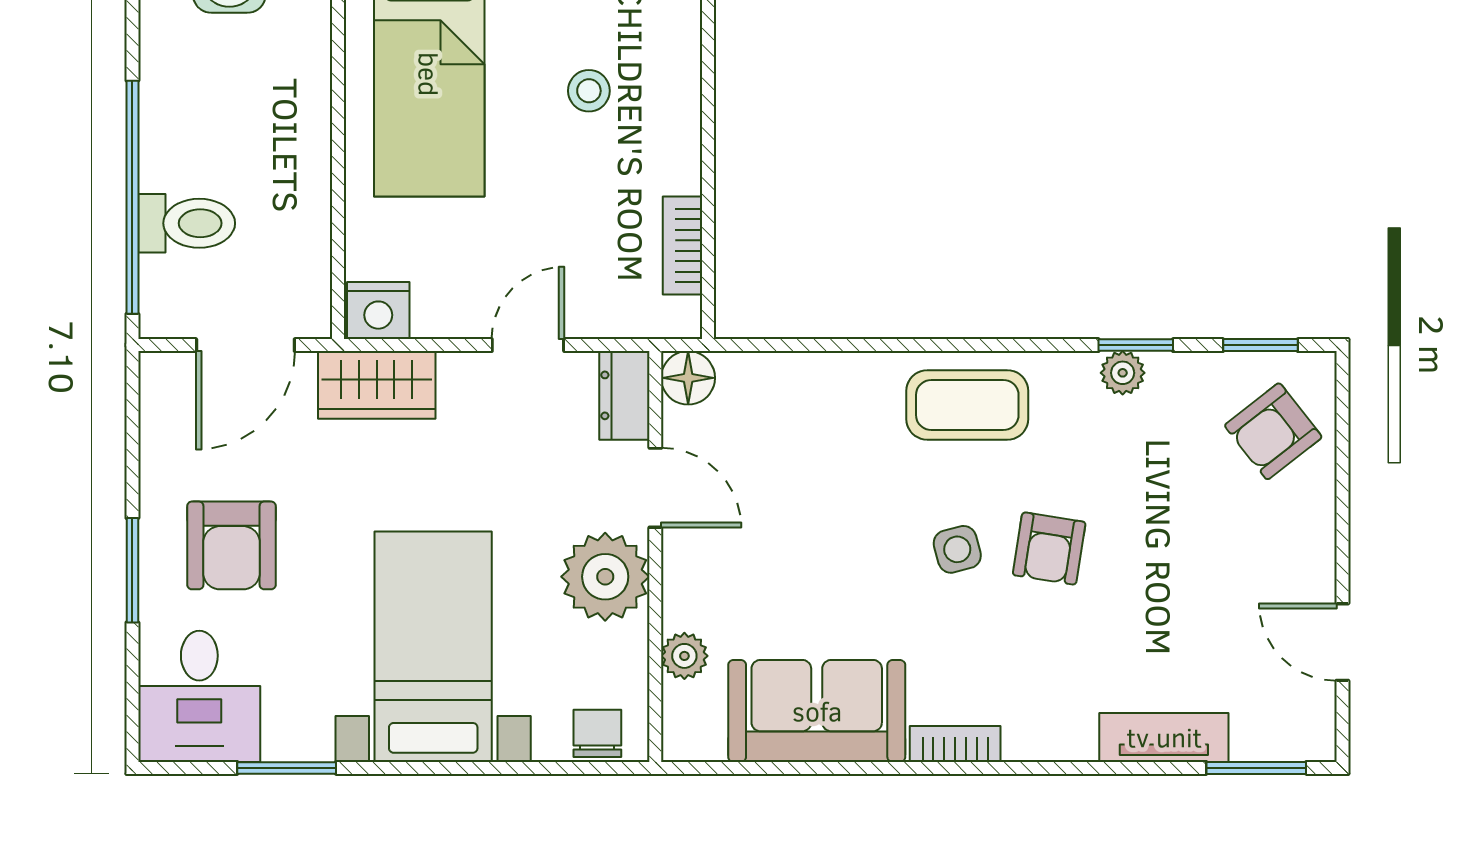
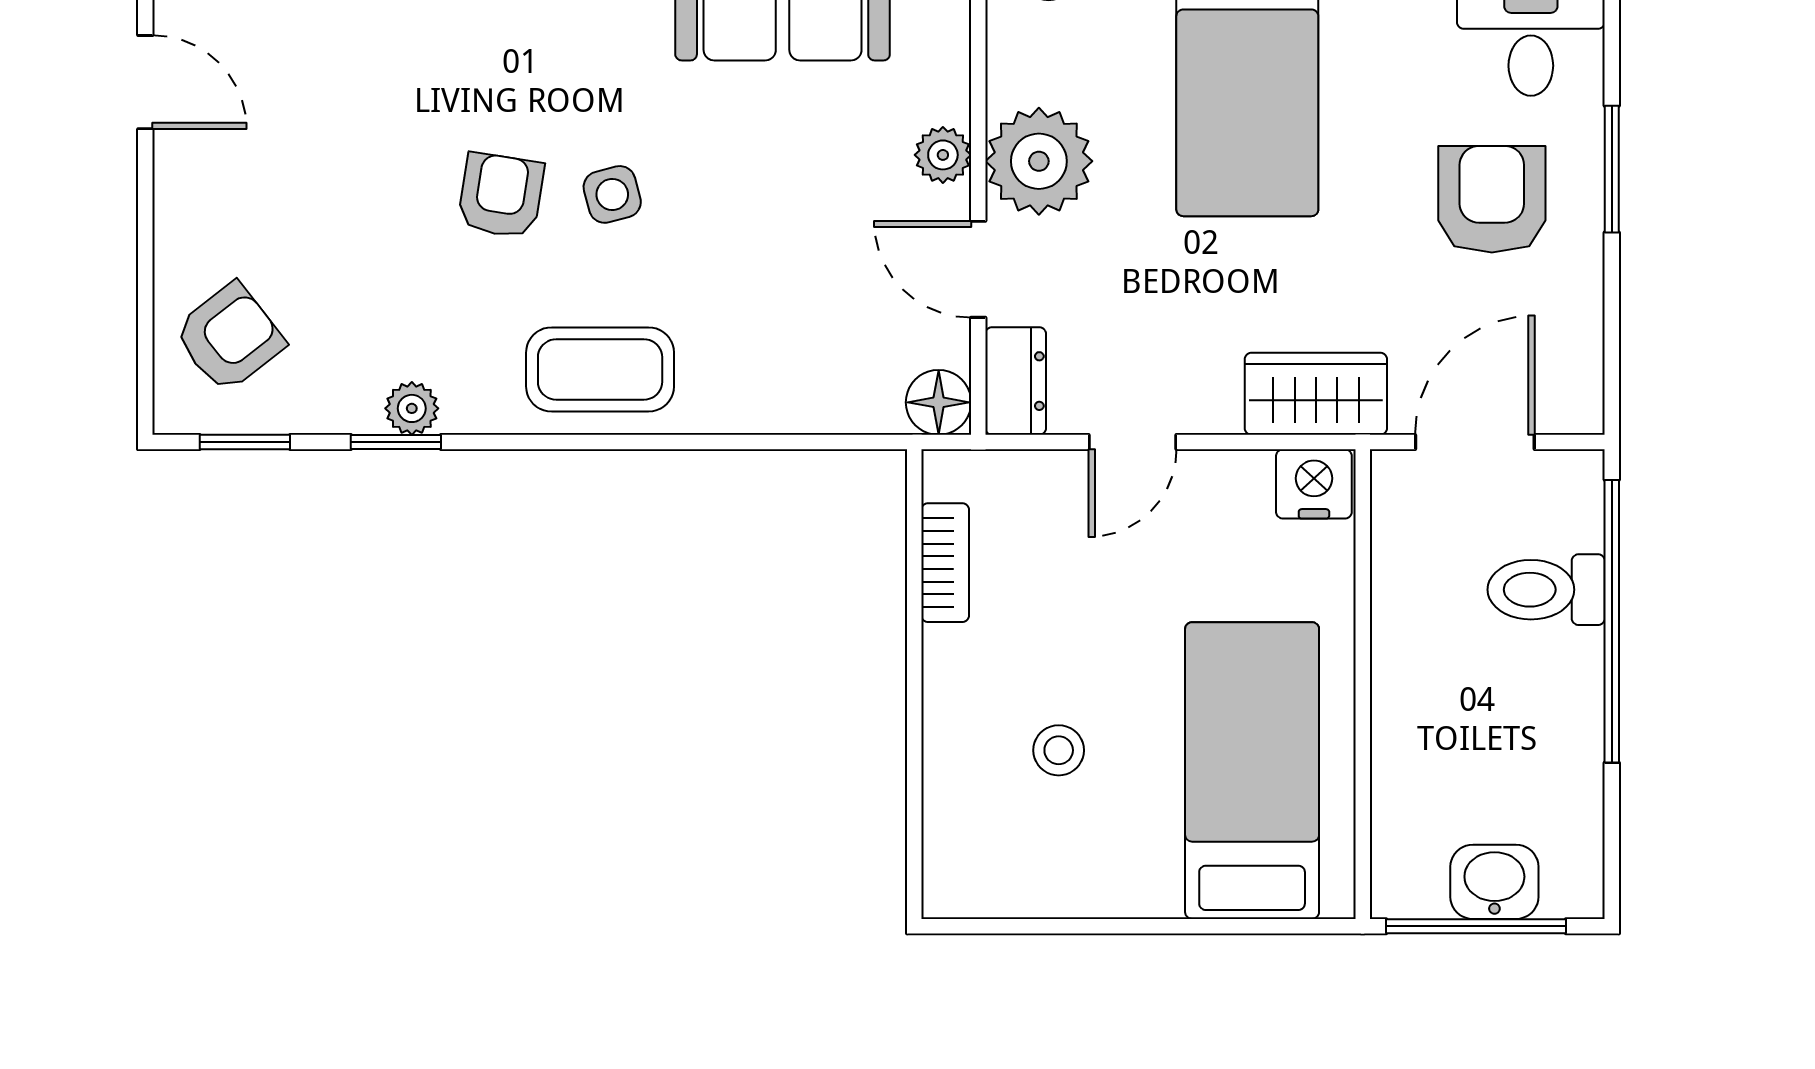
plant: (684, 656) -> (943, 155), moved

